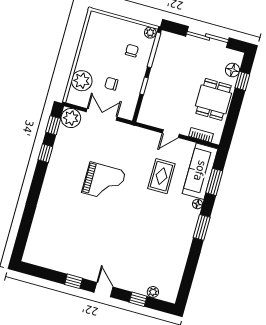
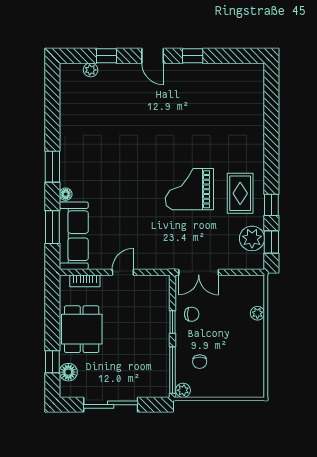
plant: (82, 81) -> (257, 313), width x0.53, depth x0.53
chair: (111, 84) -> (192, 314), moved
double door: (102, 114) -> (199, 272), moved
plant: (71, 118) -> (252, 238), moved
rug: (161, 176) -> (240, 193), moved

